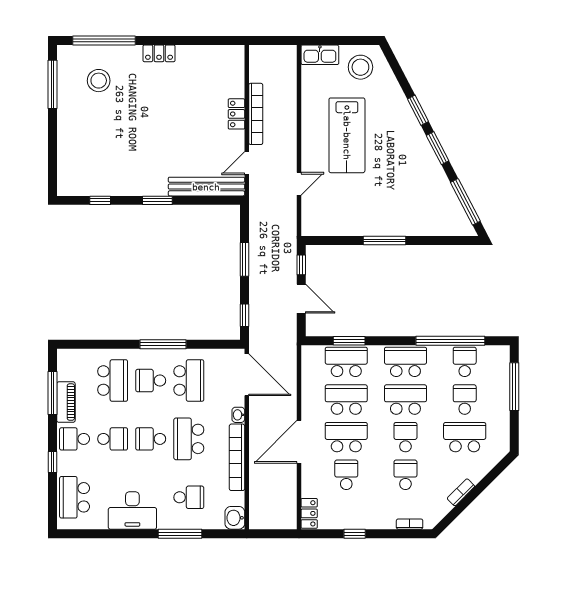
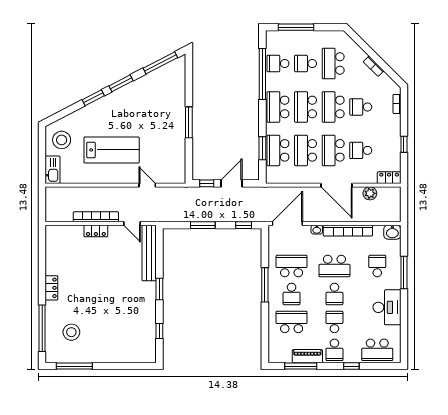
school desk: (405, 437) -> (333, 107), width x1.85
plant: (288, 487) -> (370, 193), added

